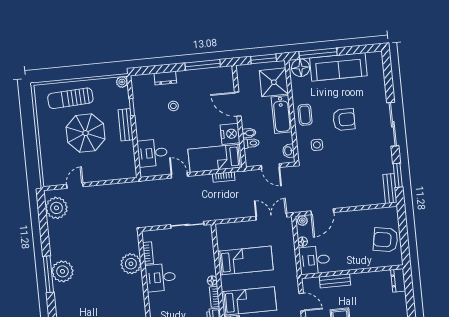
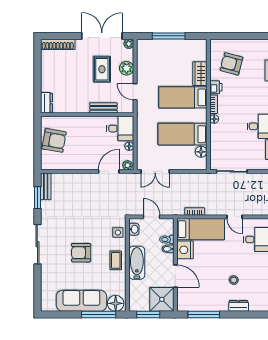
shower: (274, 82) -> (162, 299), moved
side table: (317, 145) -> (118, 232), moved
floor lamp: (223, 243) -> (201, 152), added

